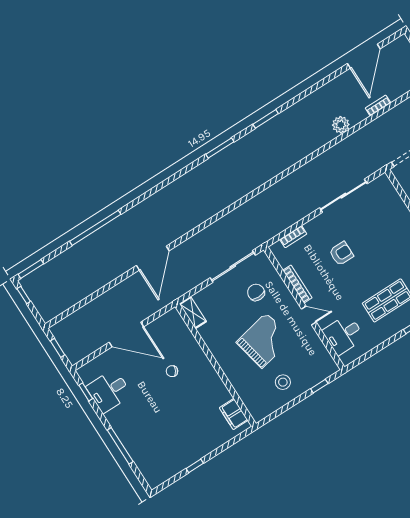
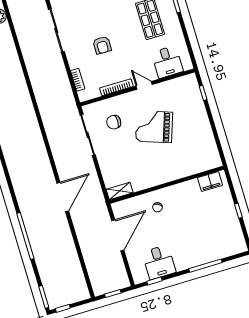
armchair: (341, 254) -> (102, 45), turned 180
door: (153, 258) -> (63, 197), hinge flipped
shelving: (193, 313) -> (120, 191), moved
door: (309, 315) -> (144, 85), hinge flipped
grand piano: (264, 341) -> (154, 127), turned -59
wall: (216, 365) -> (167, 185), moved
stool: (283, 382) -> (192, 121), removed
filing cabinet: (234, 414) -> (210, 181), moved

